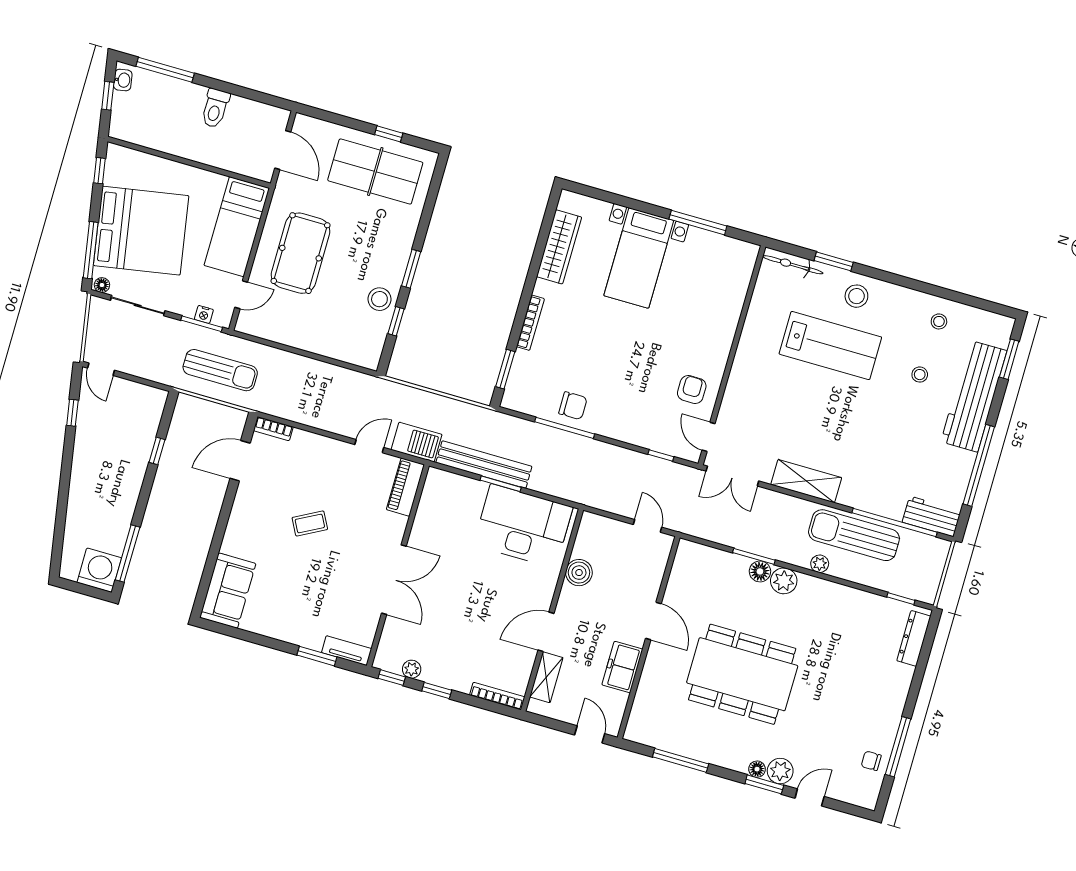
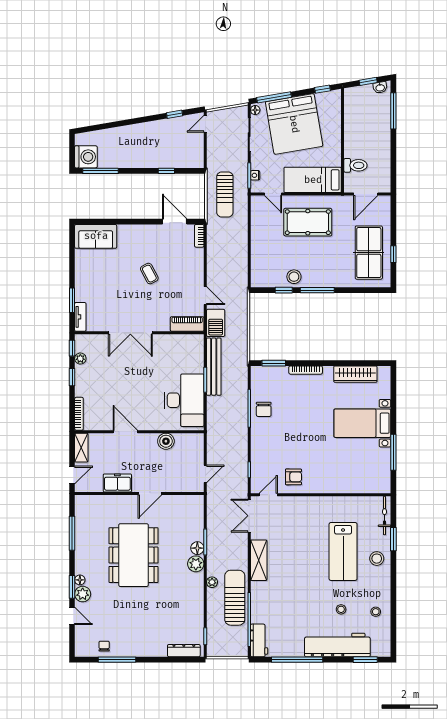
toilet: (215, 108) -> (355, 165), moved, turned 180
window: (411, 269) -> (317, 290), width x1.44
shelving: (546, 677) -> (81, 448), moved, turned 90

